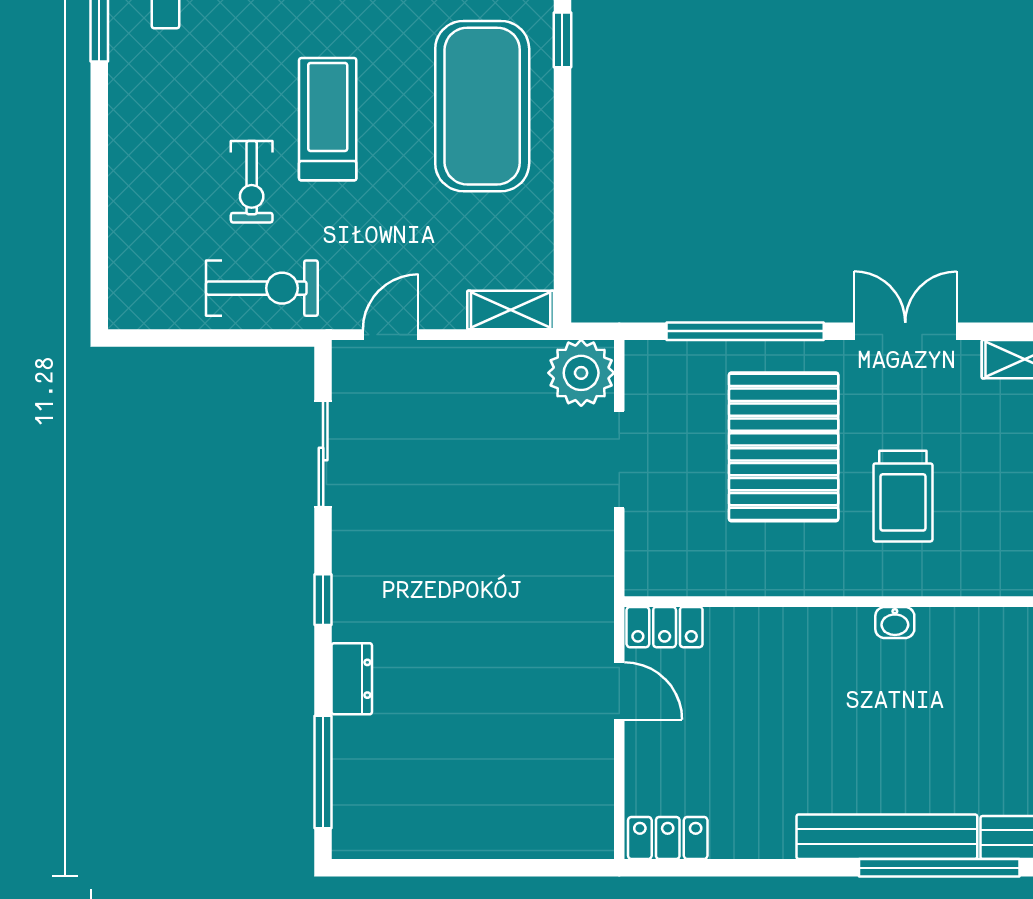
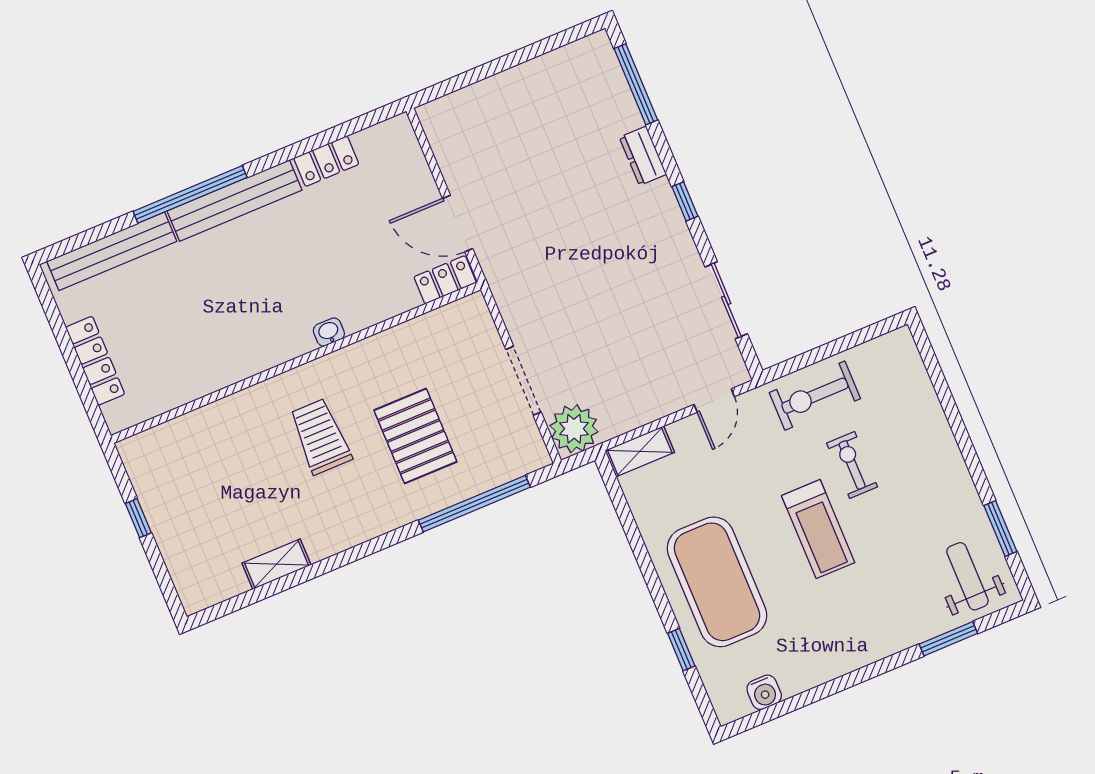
double door: (905, 331) -> (366, 549), removed
pallet: (784, 447) -> (415, 436), width x0.73, depth x0.71
washbasin: (895, 623) -> (329, 332), moved
door: (619, 691) -> (458, 224), width x1.38
locker: (668, 838) -> (326, 161), moved

